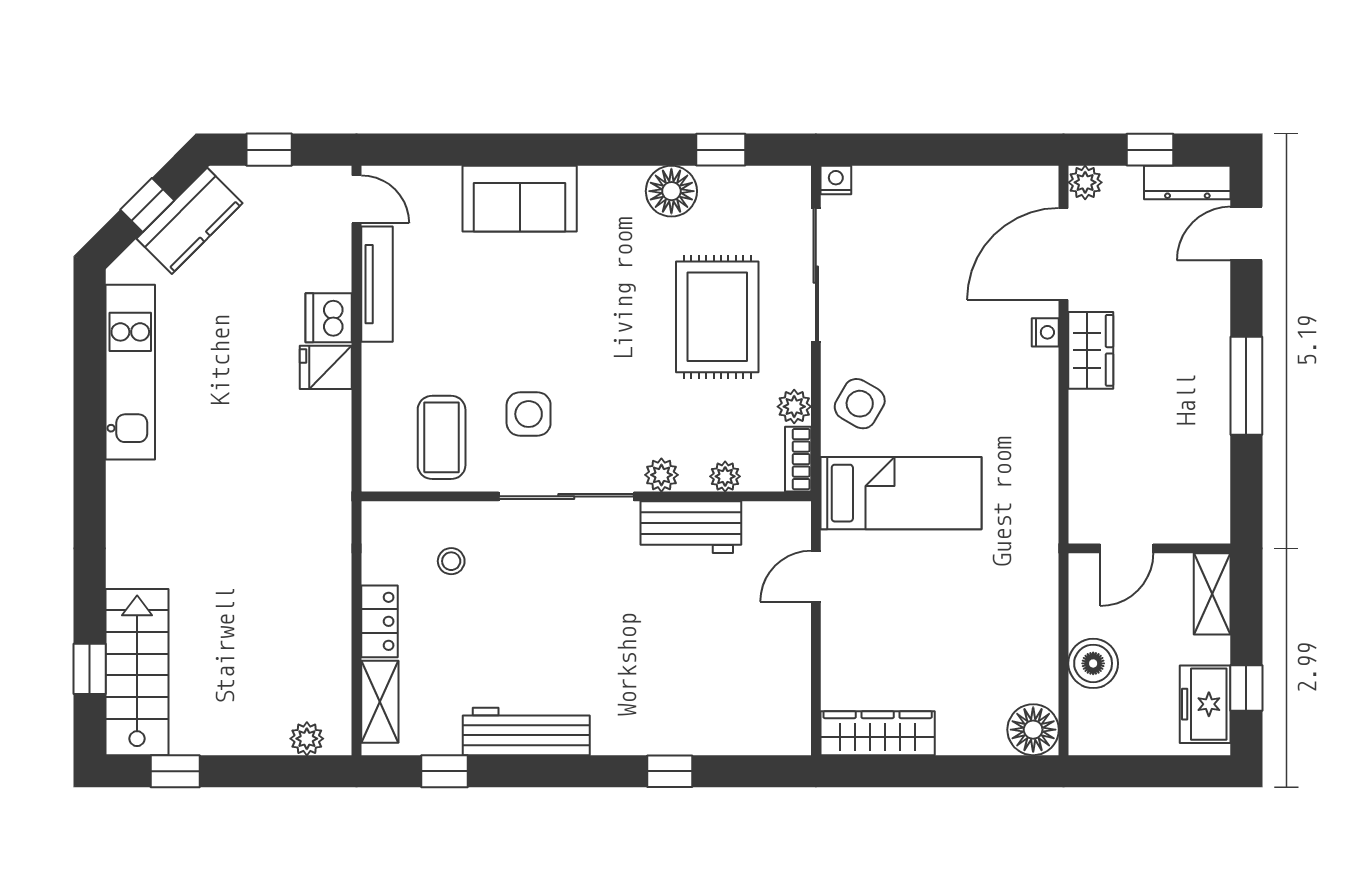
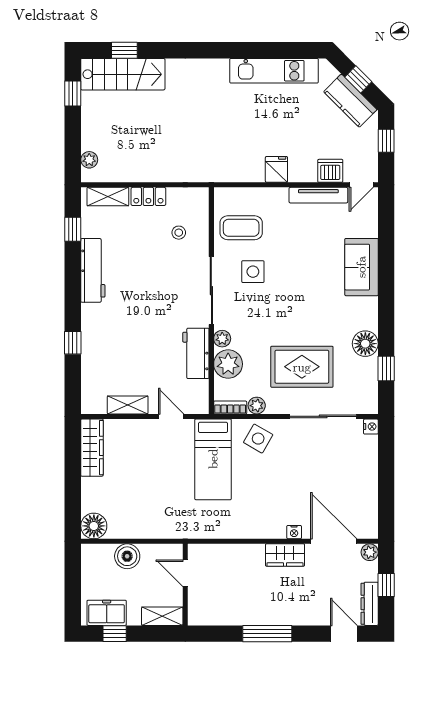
dishwasher: (329, 318) -> (330, 171), moved
plant: (725, 476) -> (228, 364), width x1.88, depth x1.88
shelving: (793, 662) -> (128, 405), added

